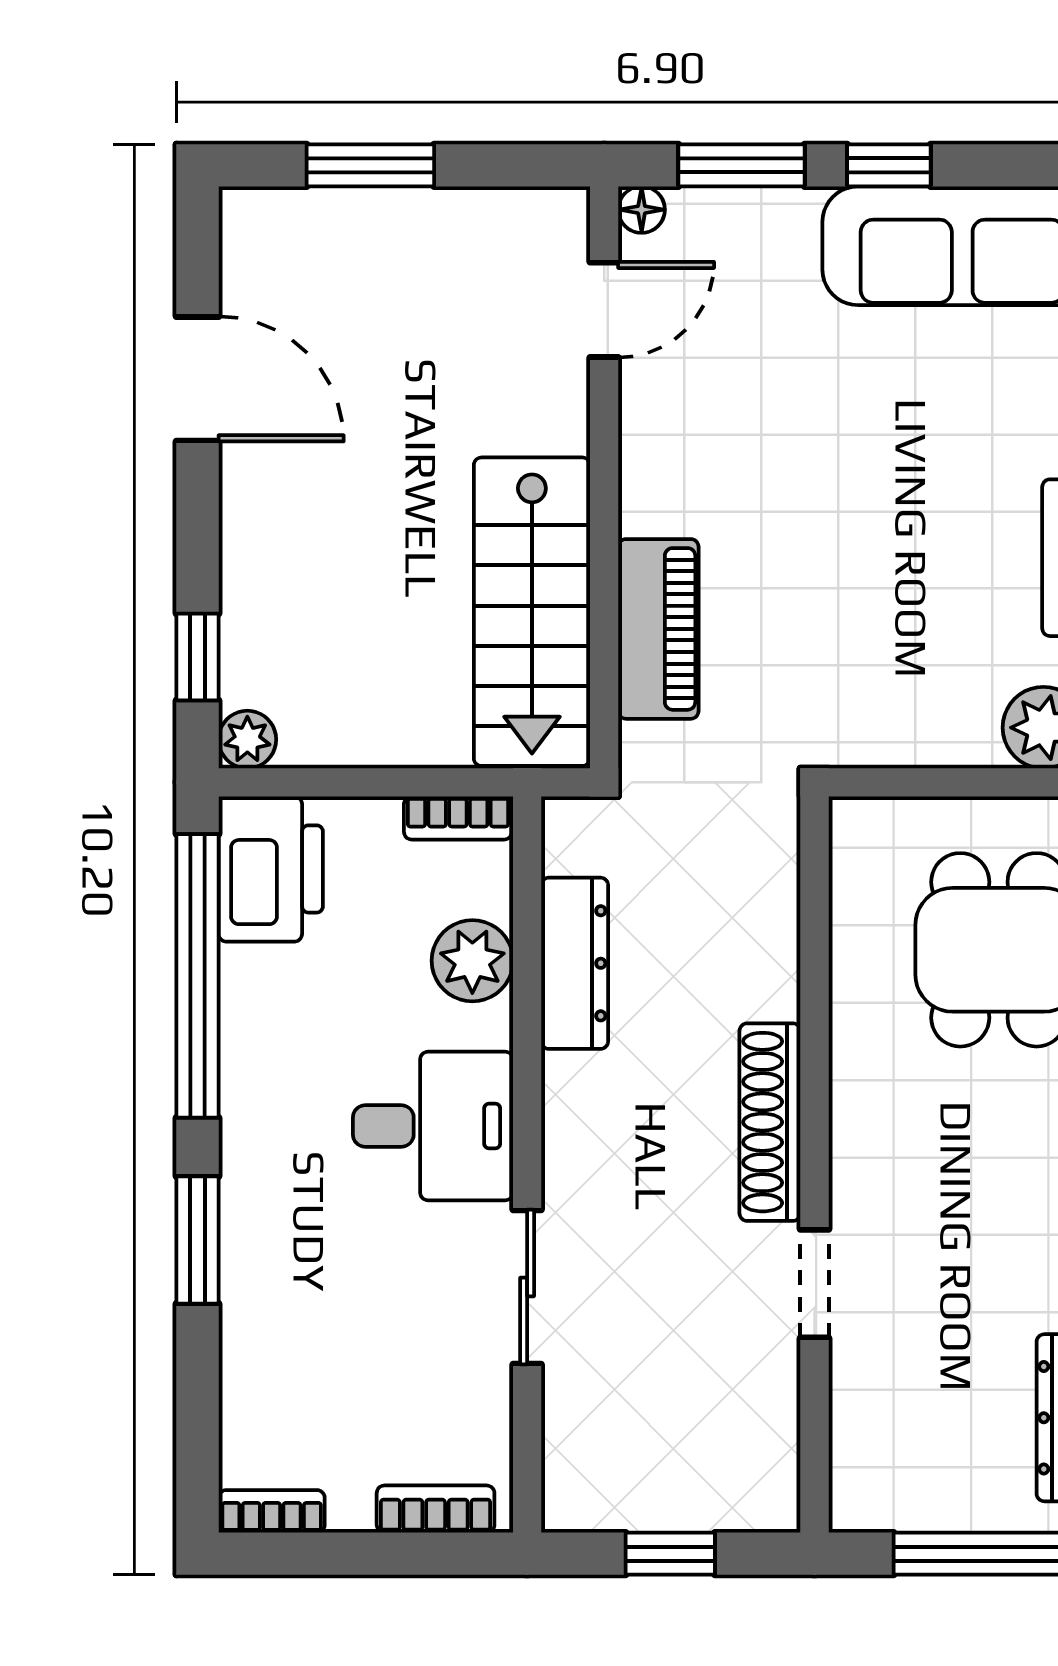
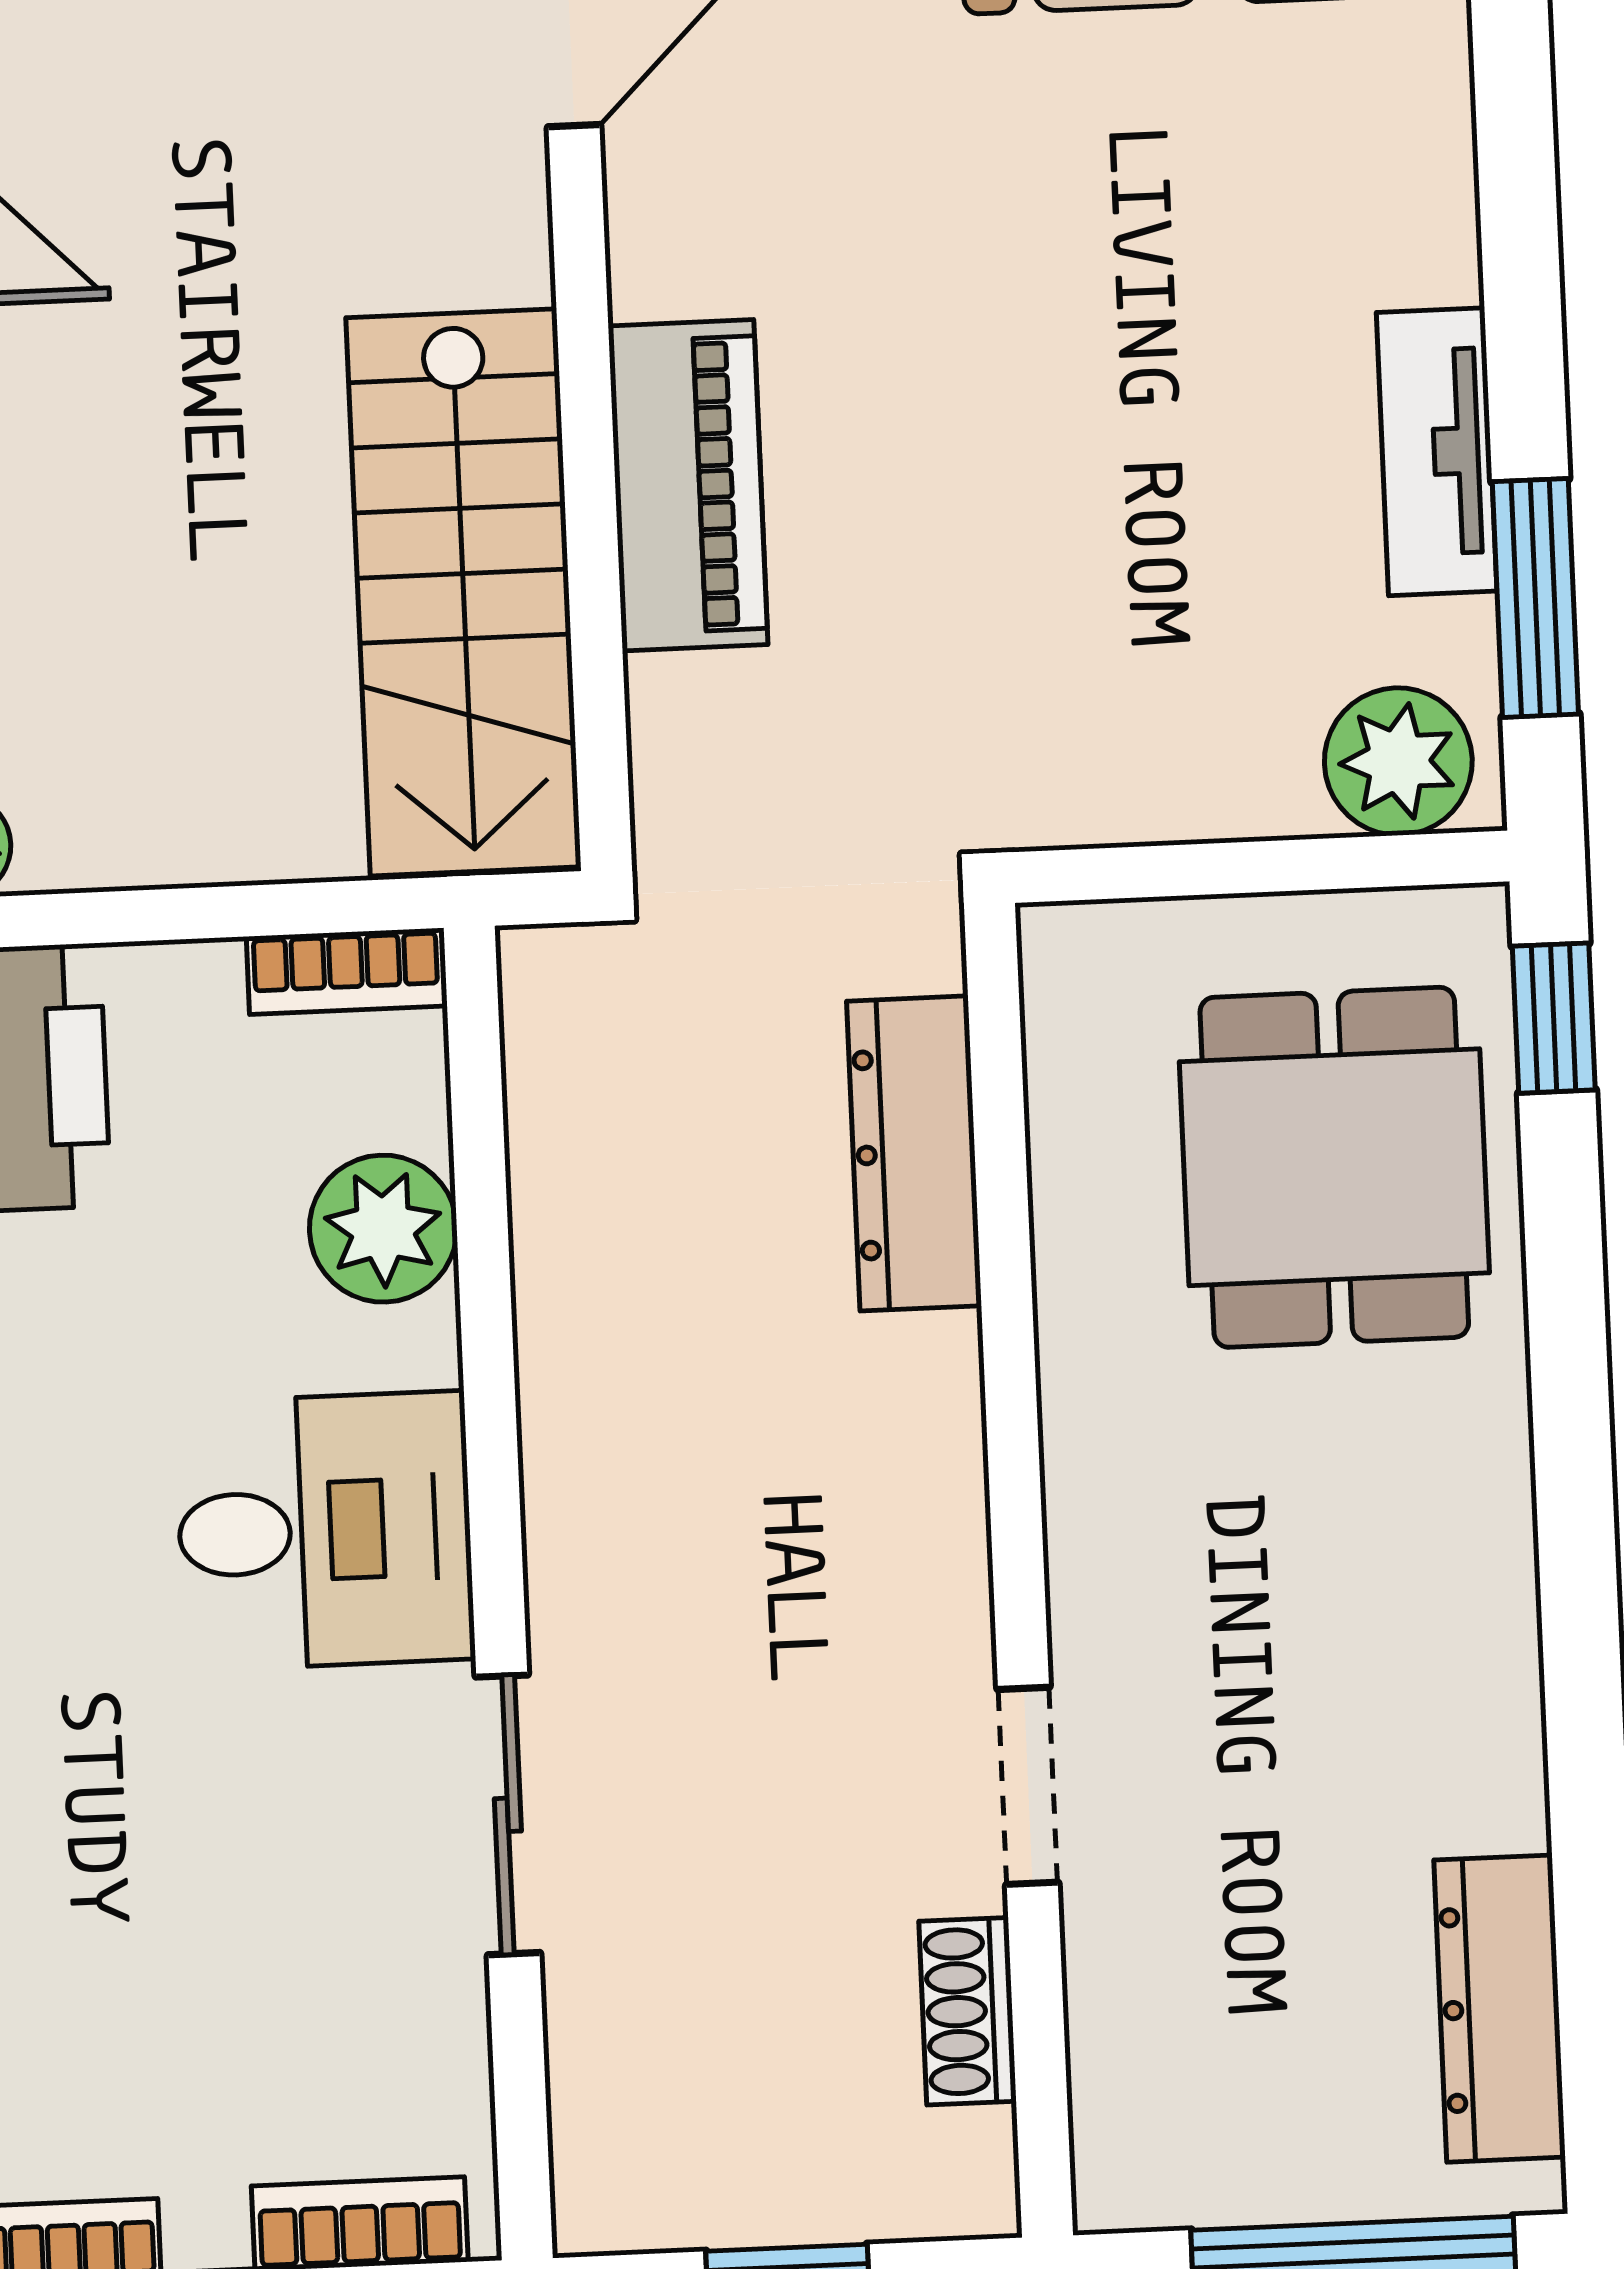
piano: (658, 629) -> (688, 485), moved
dresser: (575, 963) -> (914, 1153), moved, turned 180
shoe rack: (770, 1122) -> (968, 2011), moved, width x0.51, depth x0.81

